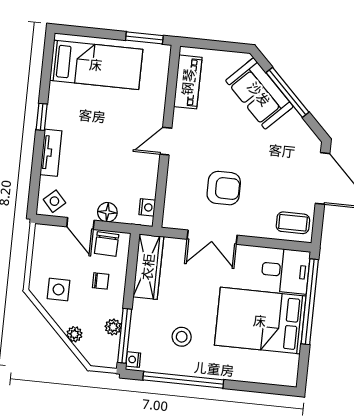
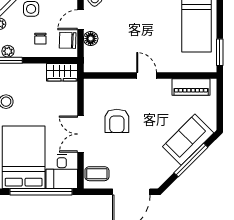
nightstand: (147, 207) -> (97, 67), removed
coffee table: (293, 223) -> (97, 174), turned 90
double door: (212, 237) -> (80, 134), moved
wardrobe: (148, 267) -> (62, 72), width x0.67

